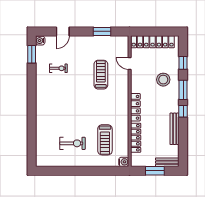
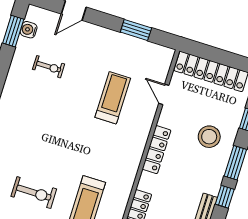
water cooler: (40, 41) -> (29, 30), moved
locker: (135, 107) -> (157, 150), moved

